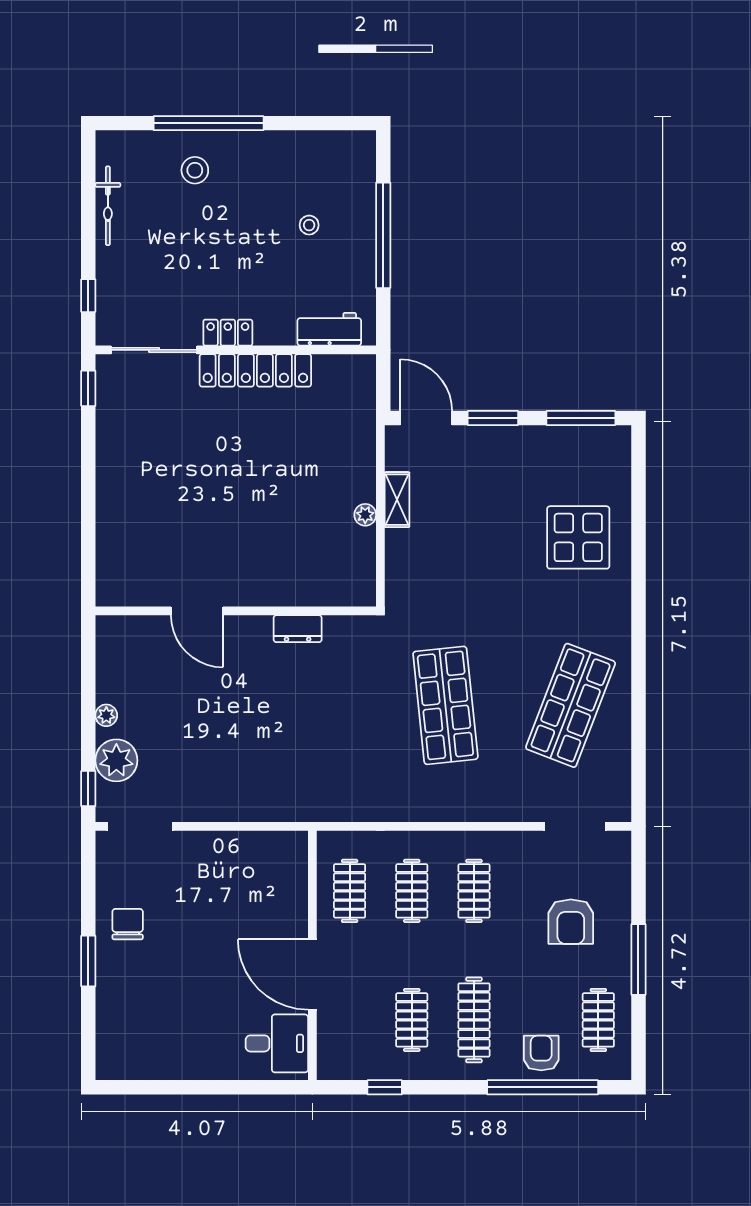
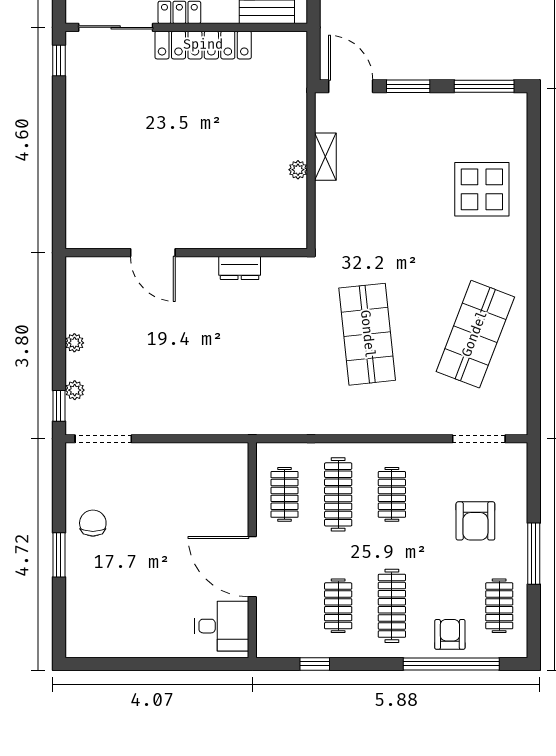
plant: (116, 760) -> (75, 390), width x0.53, depth x0.53
clothes rail: (412, 891) -> (338, 494), width x1.36

